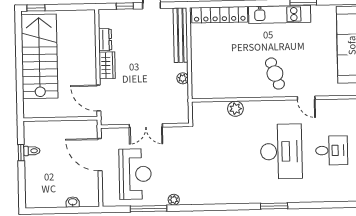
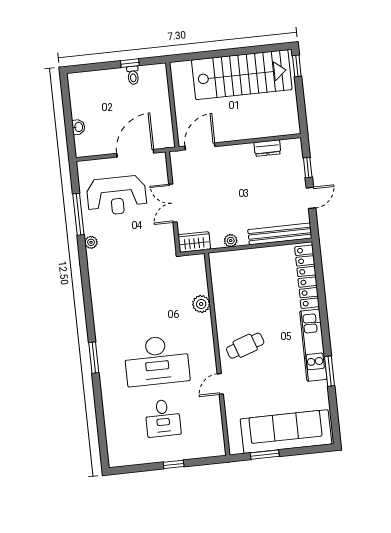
wardrobe: (107, 65) -> (194, 242), moved, turned 180

